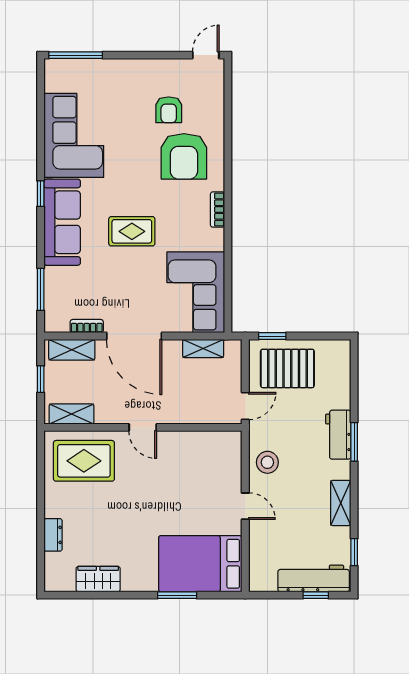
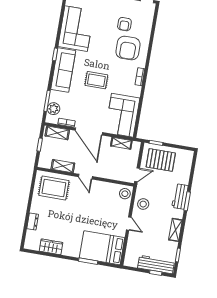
plant: (56, 303) -> (54, 109), added
shelving: (71, 414) -> (63, 166), moved
stool: (227, 448) -> (125, 194), added

